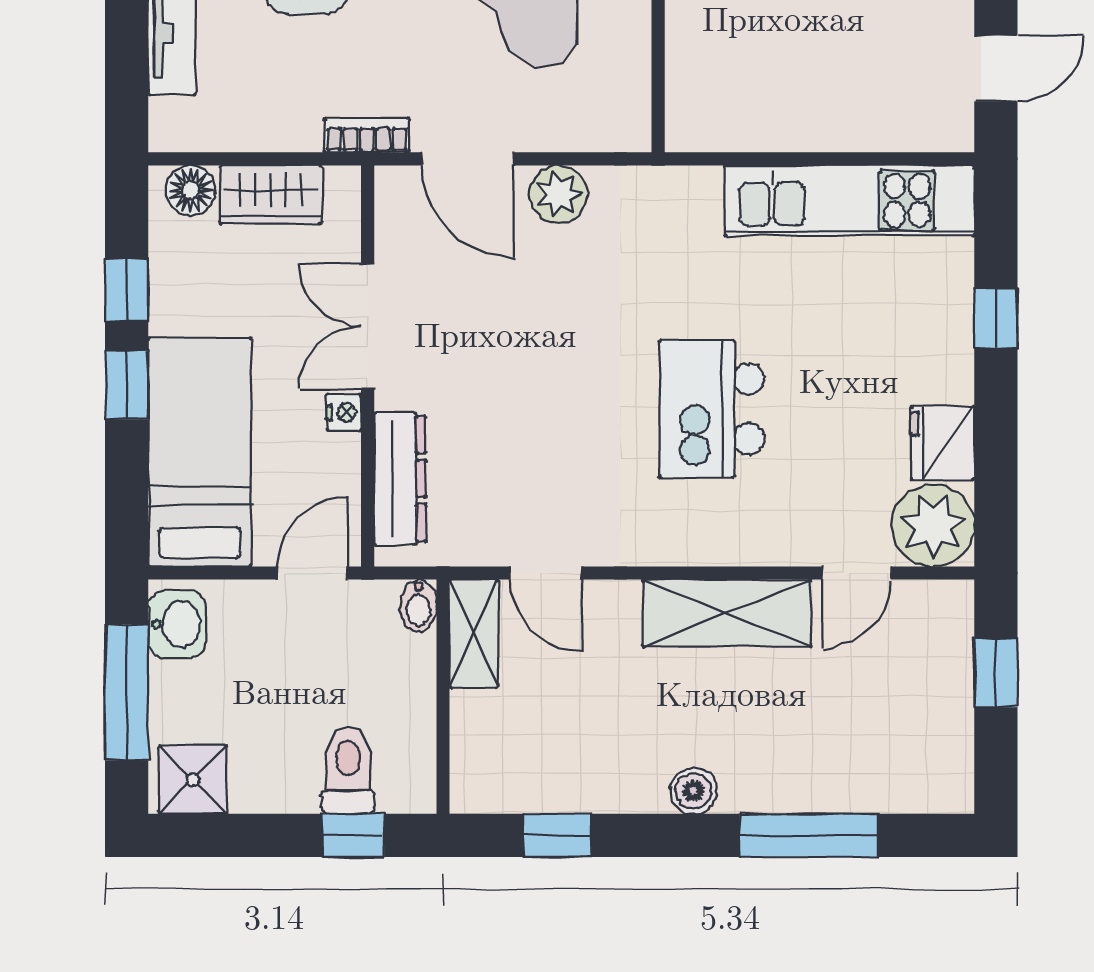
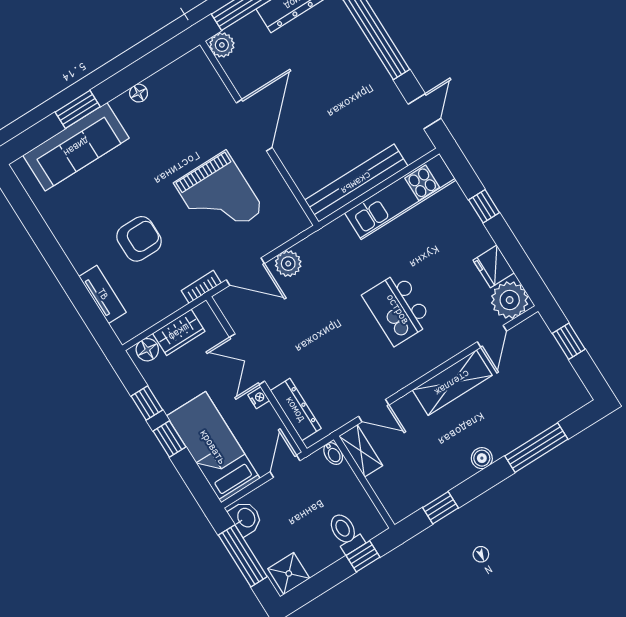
bench: (782, 123) -> (356, 183), added

